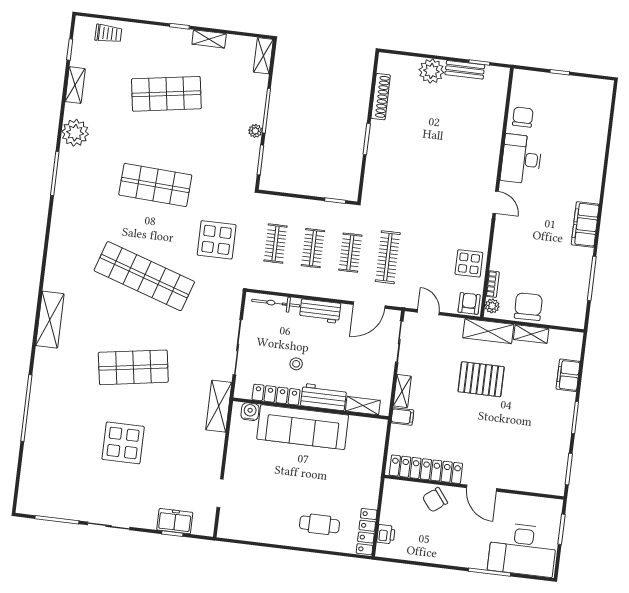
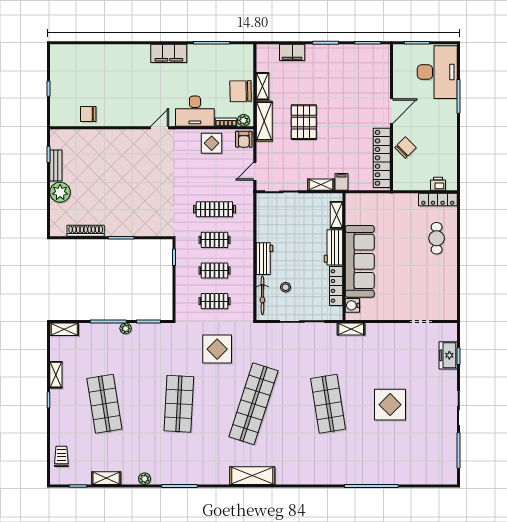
plant: (75, 133) -> (145, 479), width x0.53, depth x0.53
desk: (521, 159) -> (195, 111), moved
armchair: (469, 303) -> (244, 139), turned -90
door: (369, 305) -> (255, 220), removed
shelving: (50, 320) -> (252, 476), moved
stool: (296, 364) -> (286, 287), moved
shelving: (219, 406) -> (351, 329), width x0.67, depth x0.75
chair: (435, 500) -> (405, 148), turned -97

